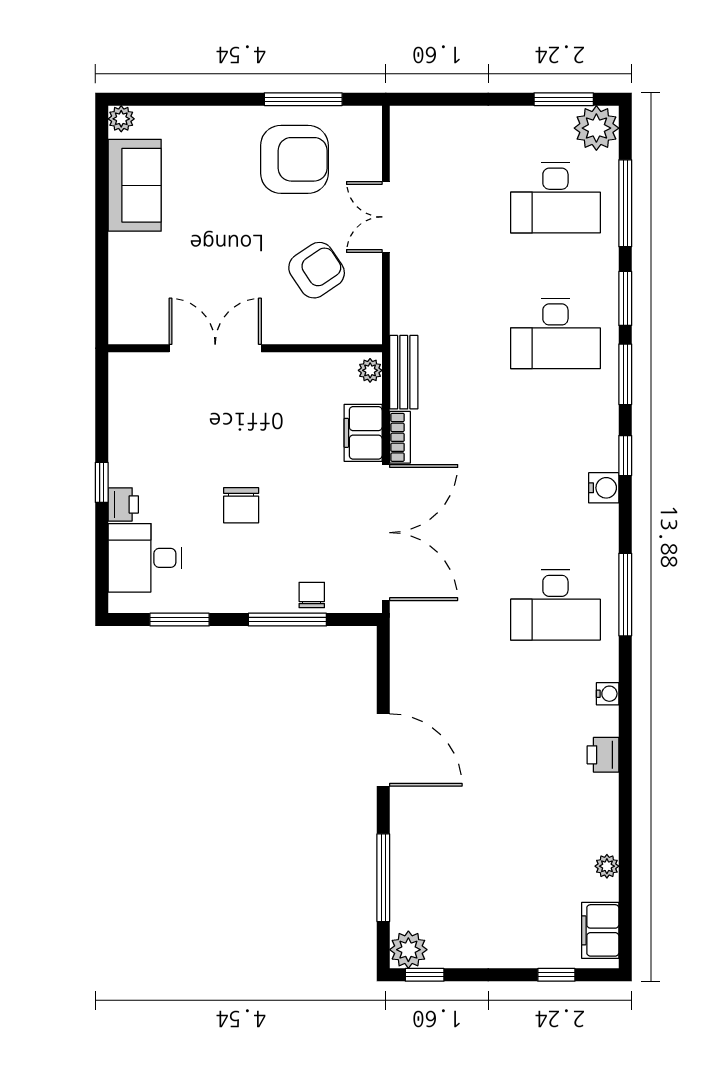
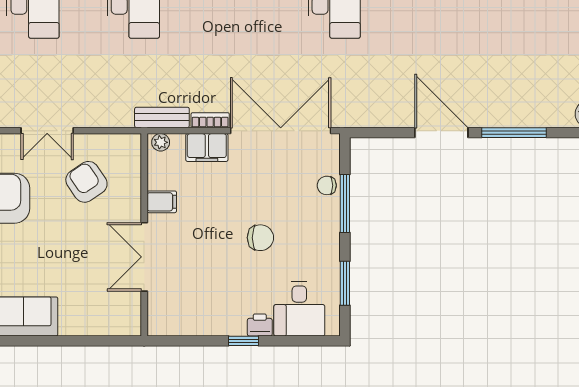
filing cabinet: (290, 372) -> (162, 202), added
door: (383, 750) -> (441, 133), hinge flipped
window: (383, 878) -> (514, 133), moved

